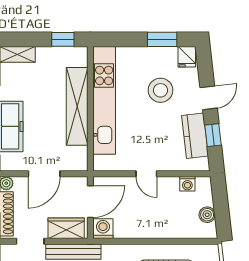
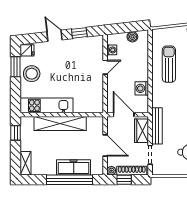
stool: (161, 90) -> (32, 74), moved
kitchen unit: (104, 100) -> (47, 105), width x0.73
kitchen counter: (195, 136) -> (80, 45), removed
door: (146, 174) -> (105, 67), moved
washing machine: (103, 229) -> (142, 88), moved

